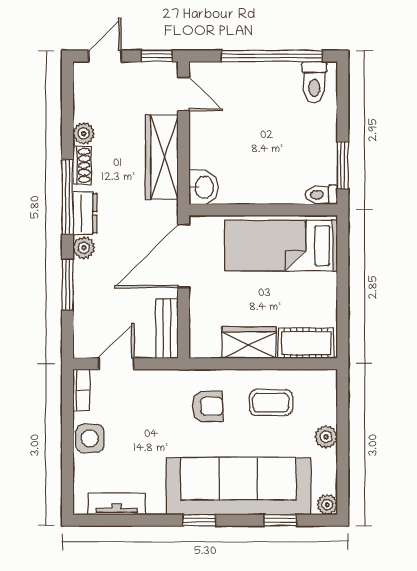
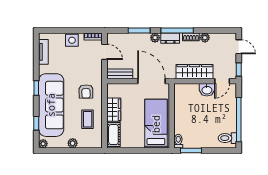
washbasin: (203, 187) -> (207, 90), moved

